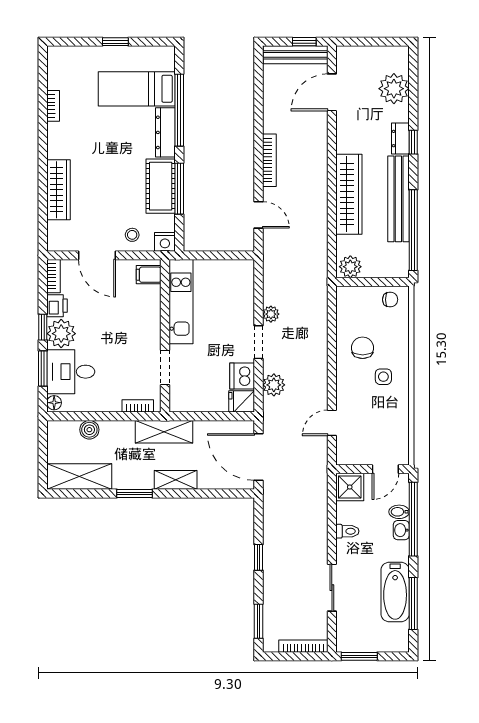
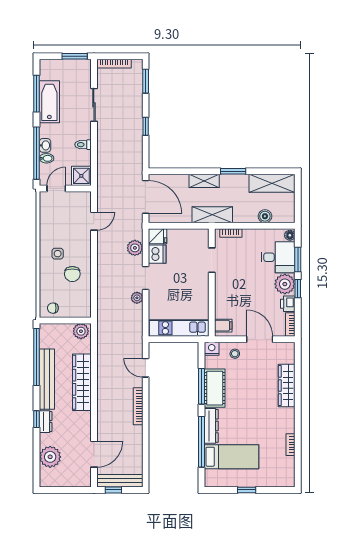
kitchen unit: (181, 302) -> (179, 328), moved, turned 90

